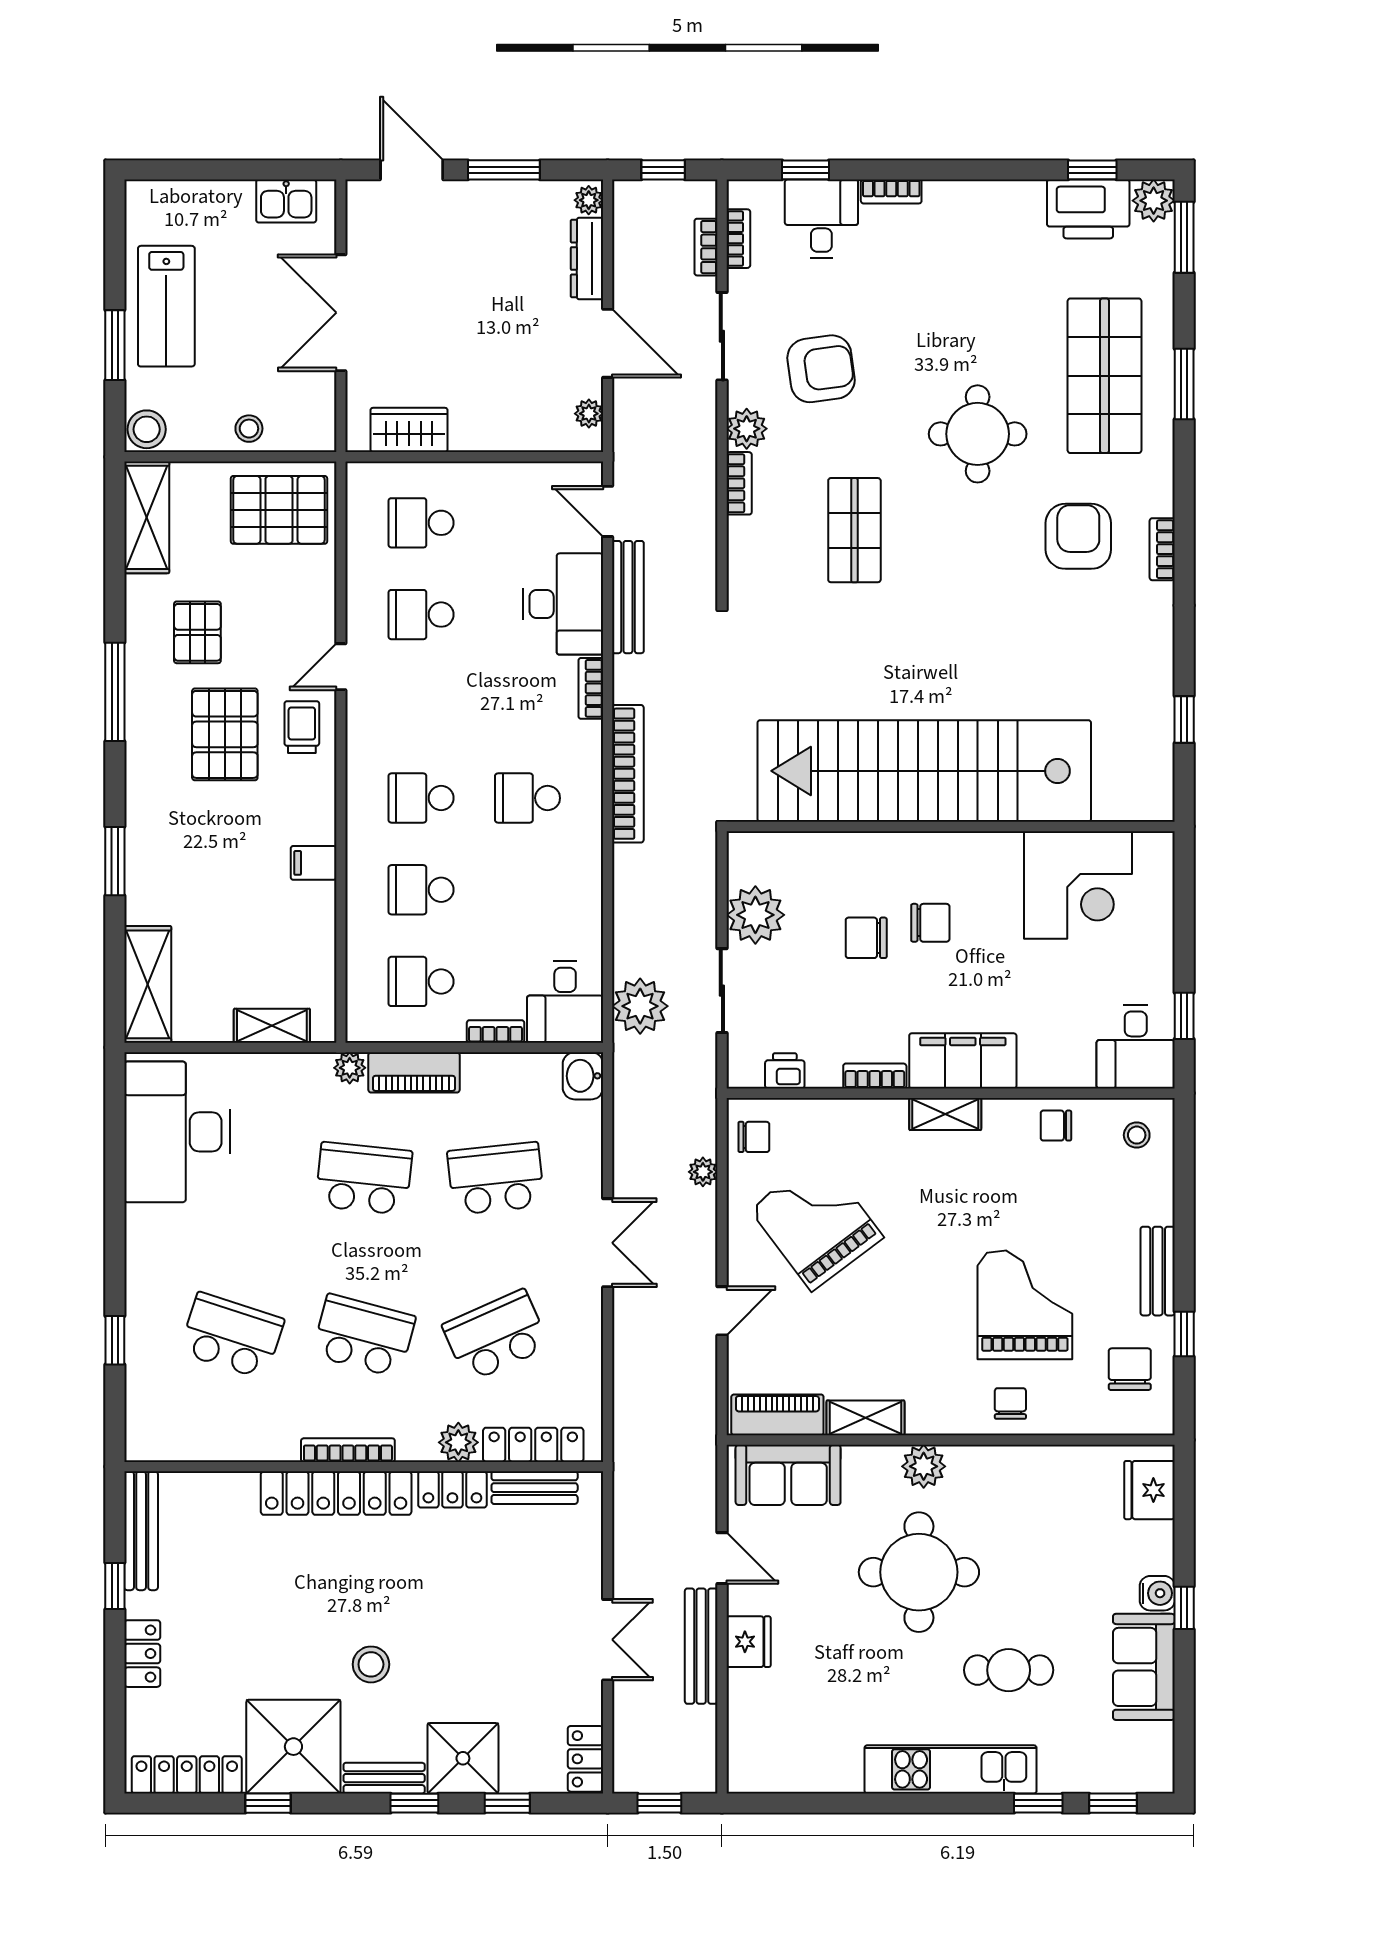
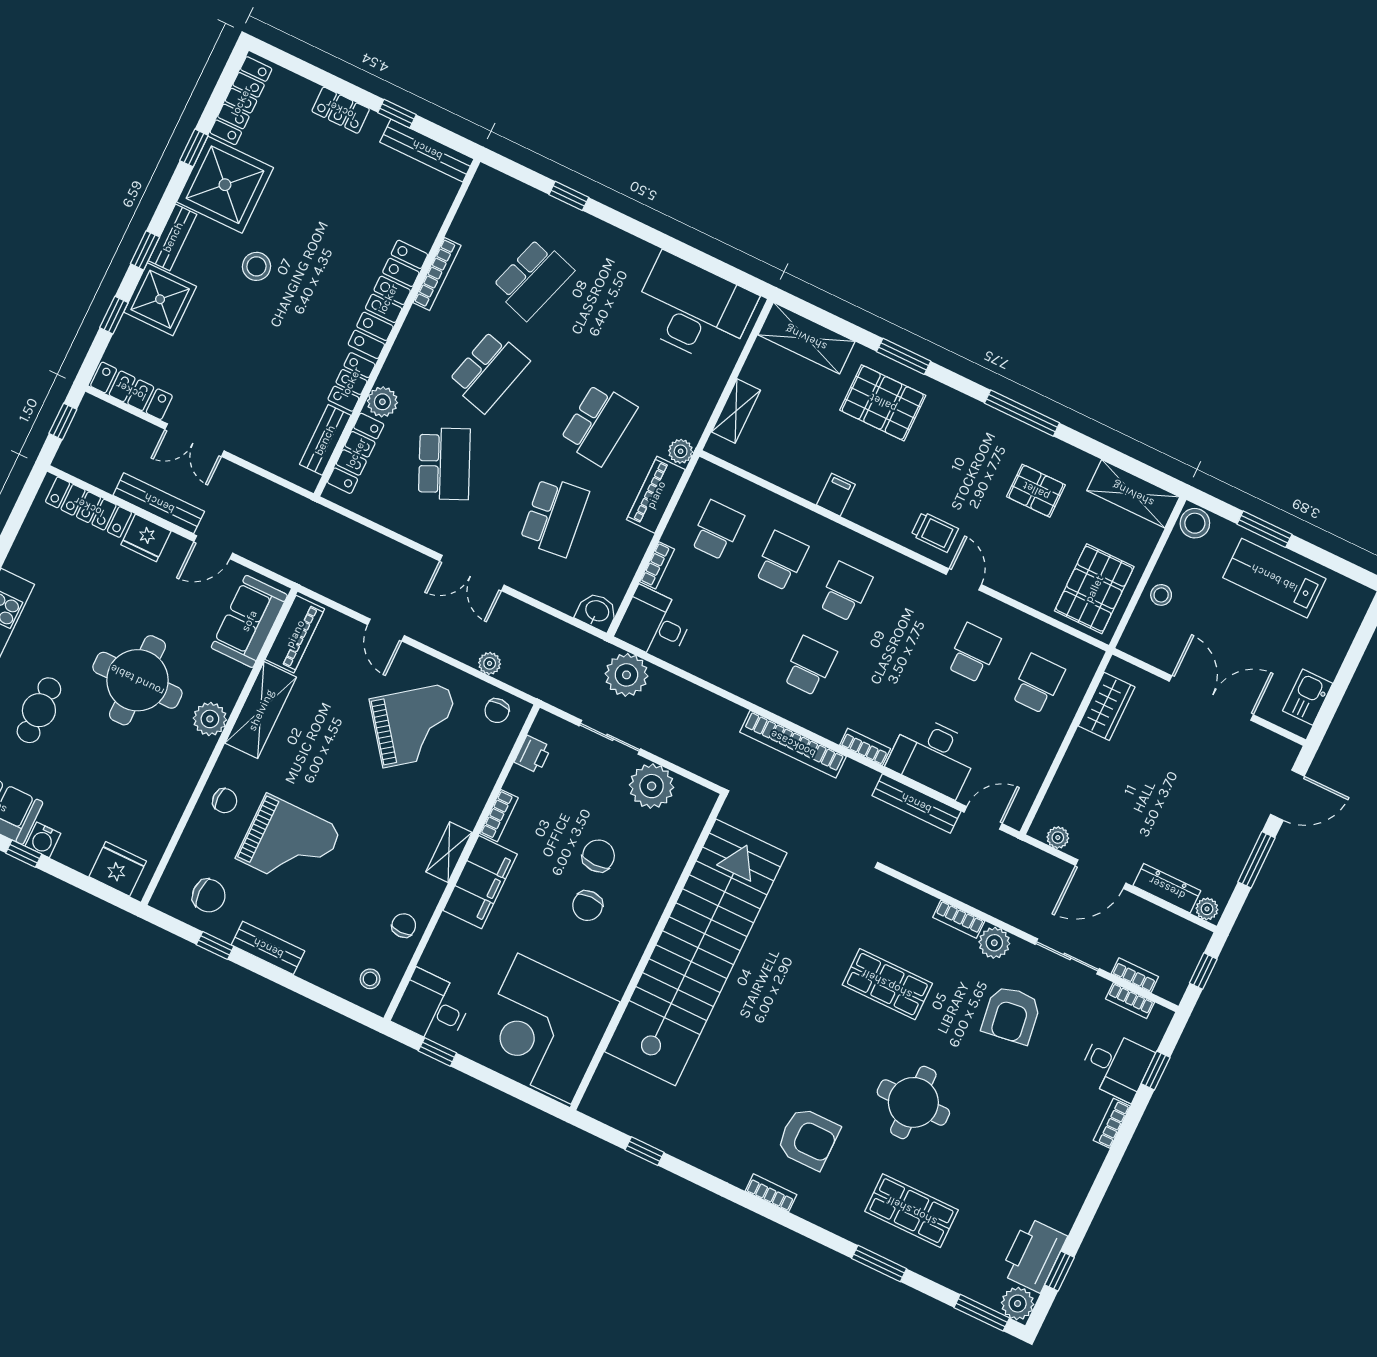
shop shelf: (1104, 376) -> (912, 1211), width x0.70, depth x0.74
pallet: (225, 734) -> (883, 403), moved
corner desk: (1078, 885) -> (544, 1029), width x1.36, depth x1.36
shelving: (865, 1418) -> (261, 710), width x1.50, depth x1.33
bookcase: (348, 1450) -> (437, 274), moved
locker: (745, 1726) -> (89, 507), added
locker: (585, 1759) -> (131, 391), width x1.53

